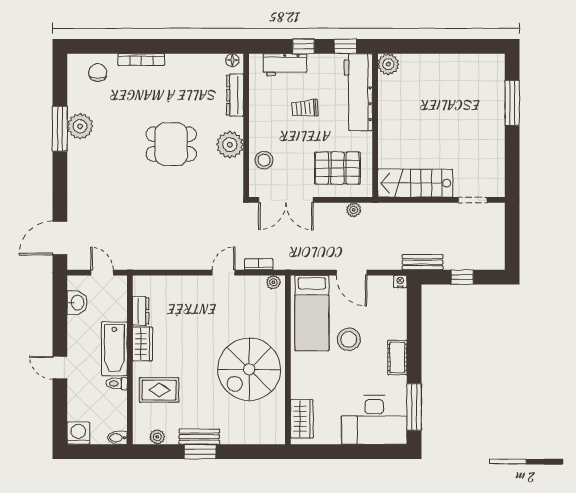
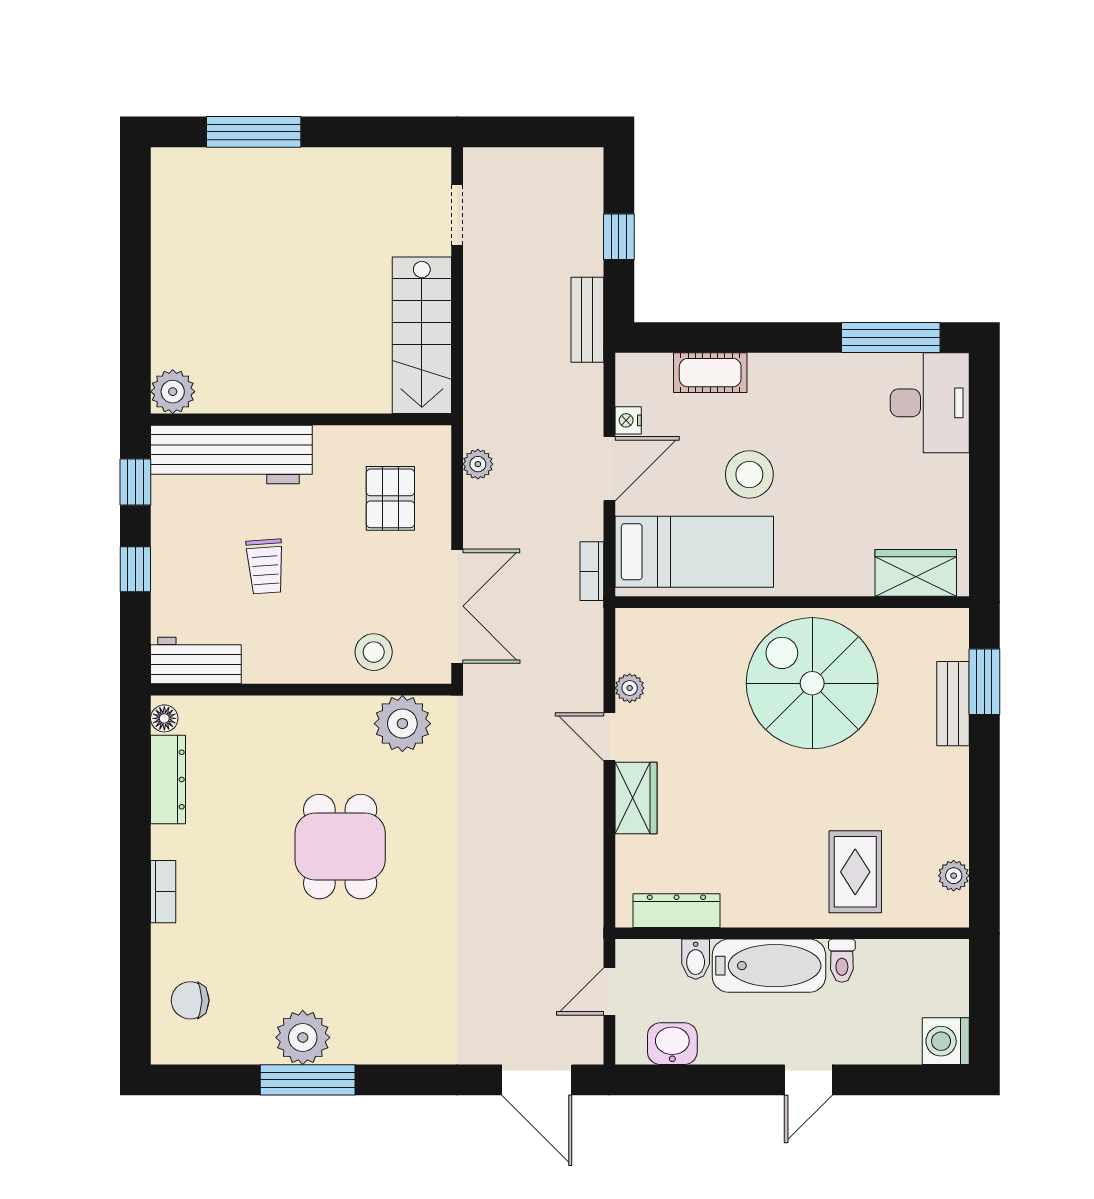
bookcase: (141, 60) -> (163, 892), width x0.64
workbench: (285, 65) -> (196, 661), moved, turned -90
dresser: (235, 95) -> (168, 780), moved, turned -90
plant: (230, 145) -> (402, 724), moved
pallet: (337, 168) -> (390, 498), width x0.67, depth x0.71
bookcase: (259, 264) -> (592, 571), moved
plant: (273, 282) -> (630, 688), moved
nightstand: (400, 282) -> (628, 420), moved
dresser: (141, 311) -> (676, 911), width x1.44
wardrobe: (142, 344) -> (636, 798), moved, turned 90
cot: (397, 357) -> (710, 373), moved
spiral stairs: (249, 369) -> (812, 683), turned 180
desk: (374, 420) -> (930, 403), width x0.73, depth x0.77
bench: (199, 437) -> (953, 704), moved
bidet: (117, 438) -> (696, 959), moved
window: (200, 452) -> (984, 682), moved

